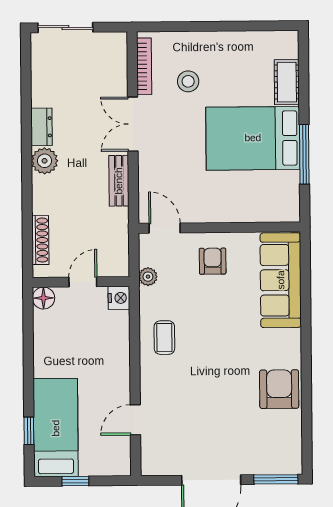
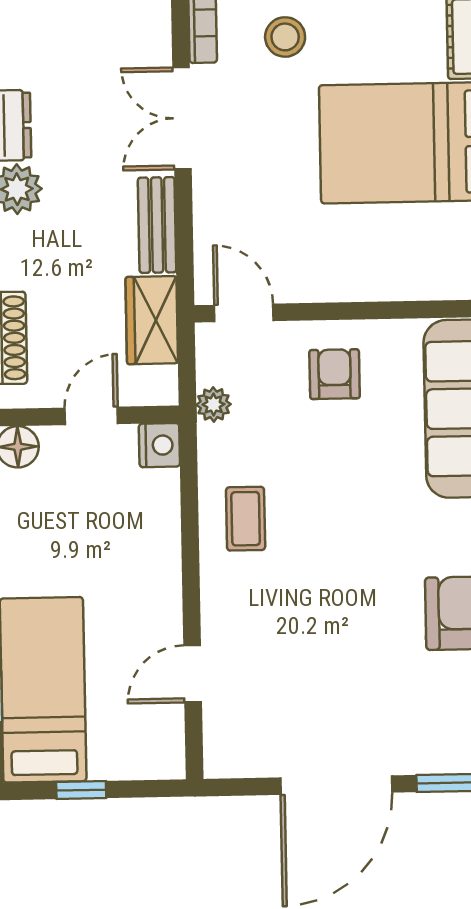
wardrobe: (116, 231) -> (152, 320), added

